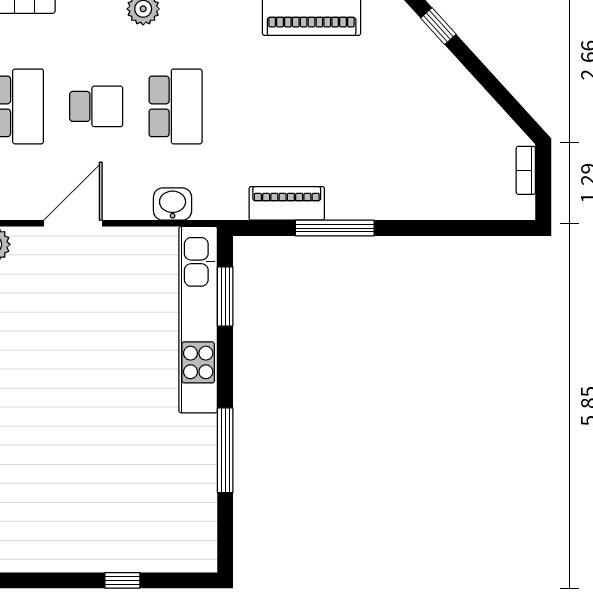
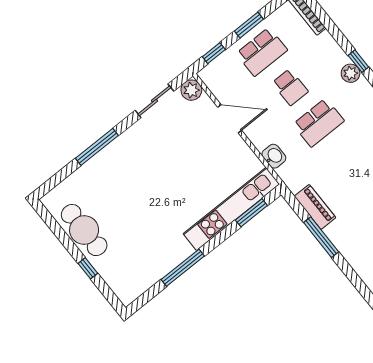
cafe table: (66, 544) -> (84, 230), added

